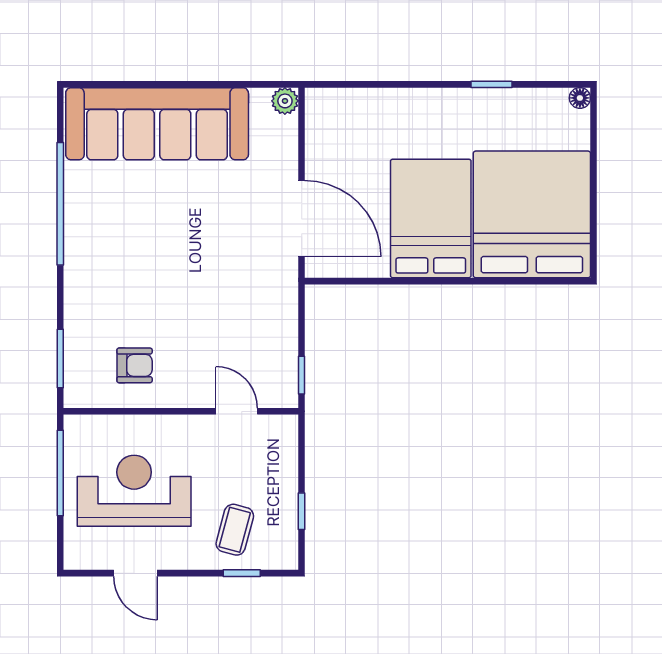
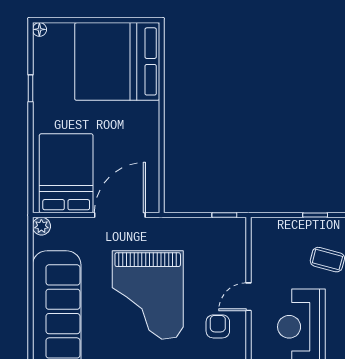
bed: (431, 218) -> (66, 173), moved, turned 90
grand piano: (182, 260) -> (148, 295), added
door: (237, 411) -> (248, 297), moved

